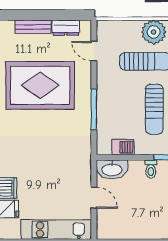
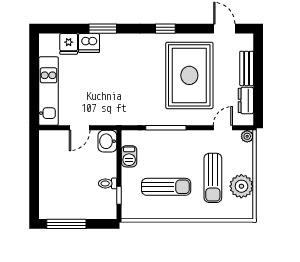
plant: (103, 26) -> (247, 136), added
sun lounger: (154, 109) -> (166, 187), turned 180
washbasin: (112, 169) -> (107, 141), width x0.72

